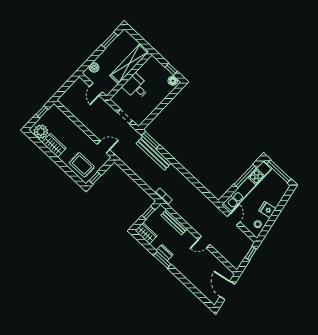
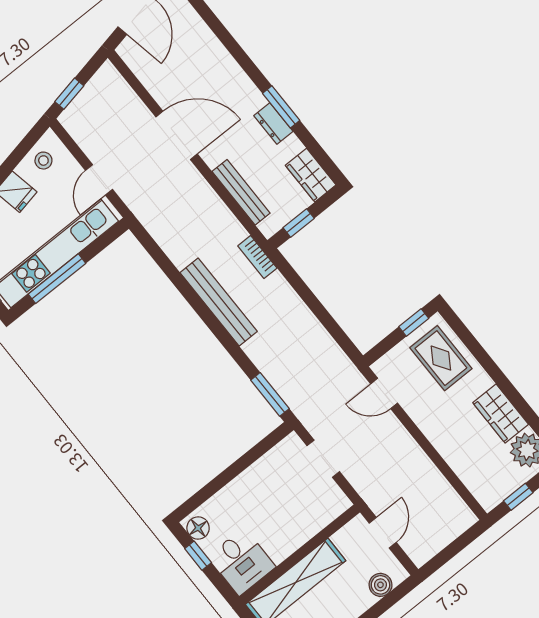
desk: (136, 87) -> (242, 562), moved
bench: (154, 153) -> (219, 302), moved
door: (204, 242) -> (177, 135), width x1.88

